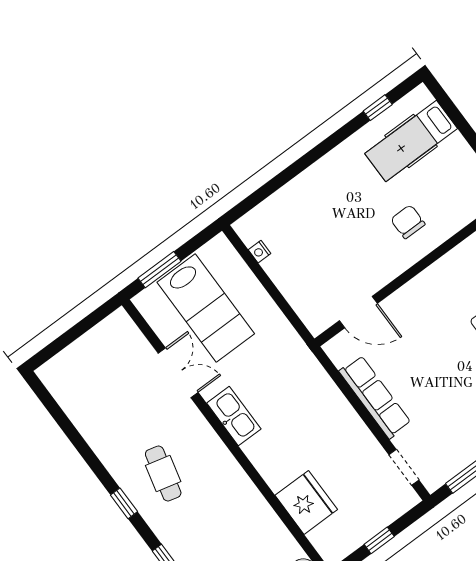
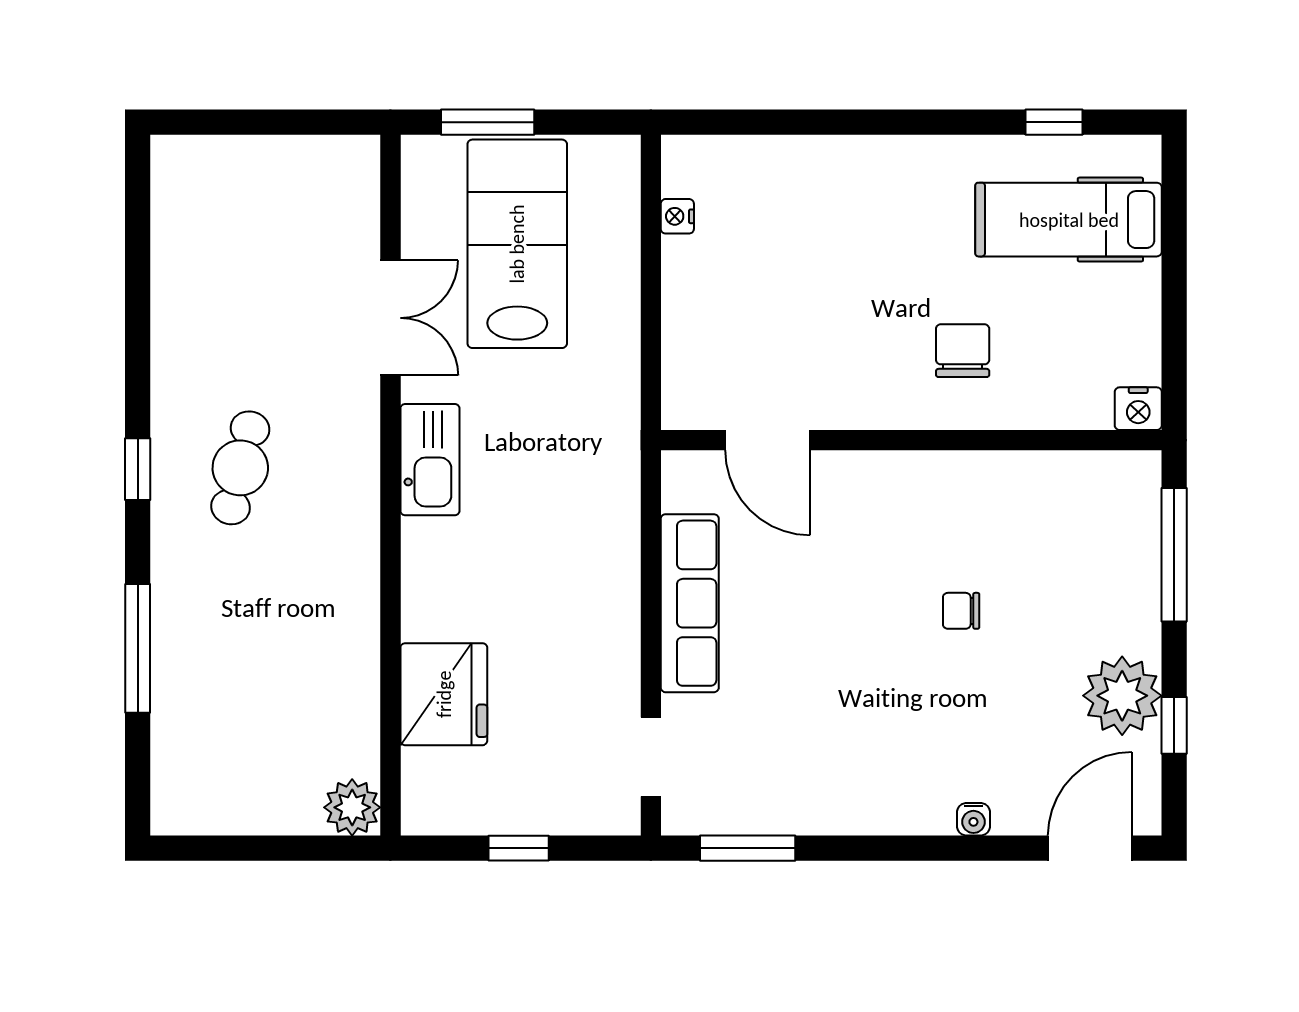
lab bench: (206, 308) -> (517, 244), turned 180

